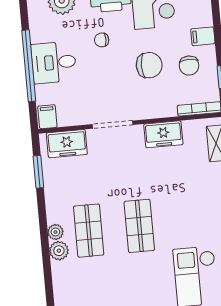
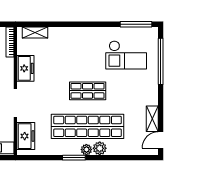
window: (38, 172) -> (74, 158), moved
shop shelf: (89, 231) -> (88, 126), width x2.00, depth x1.36

